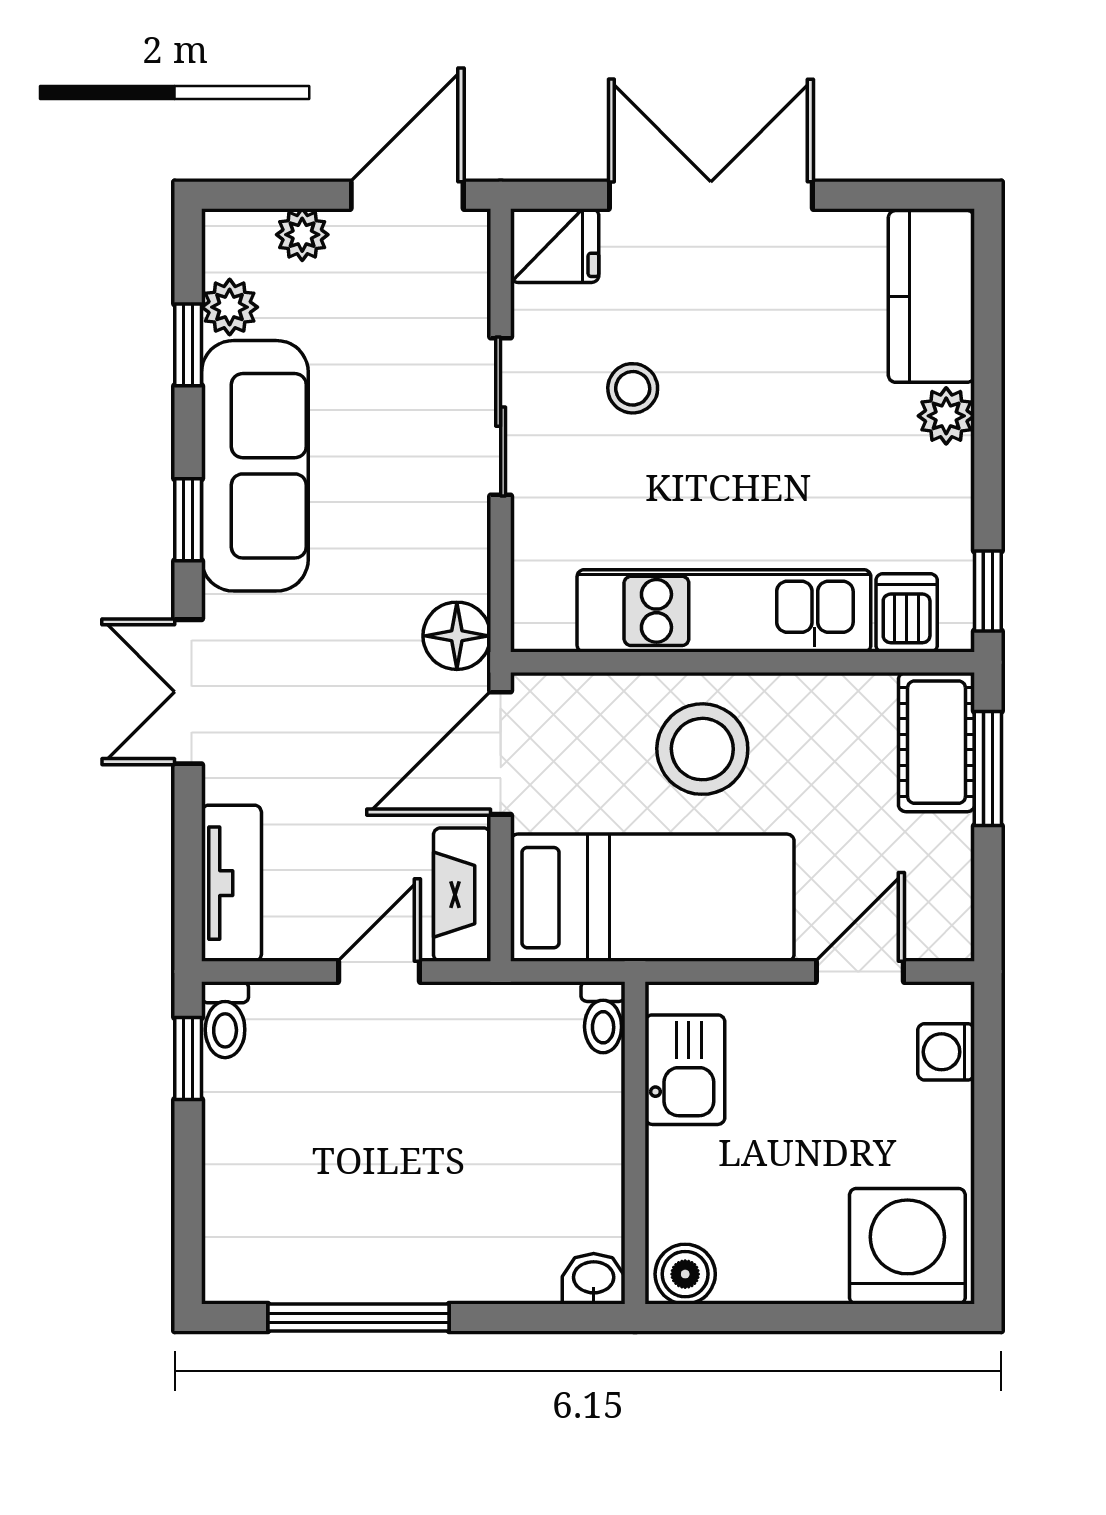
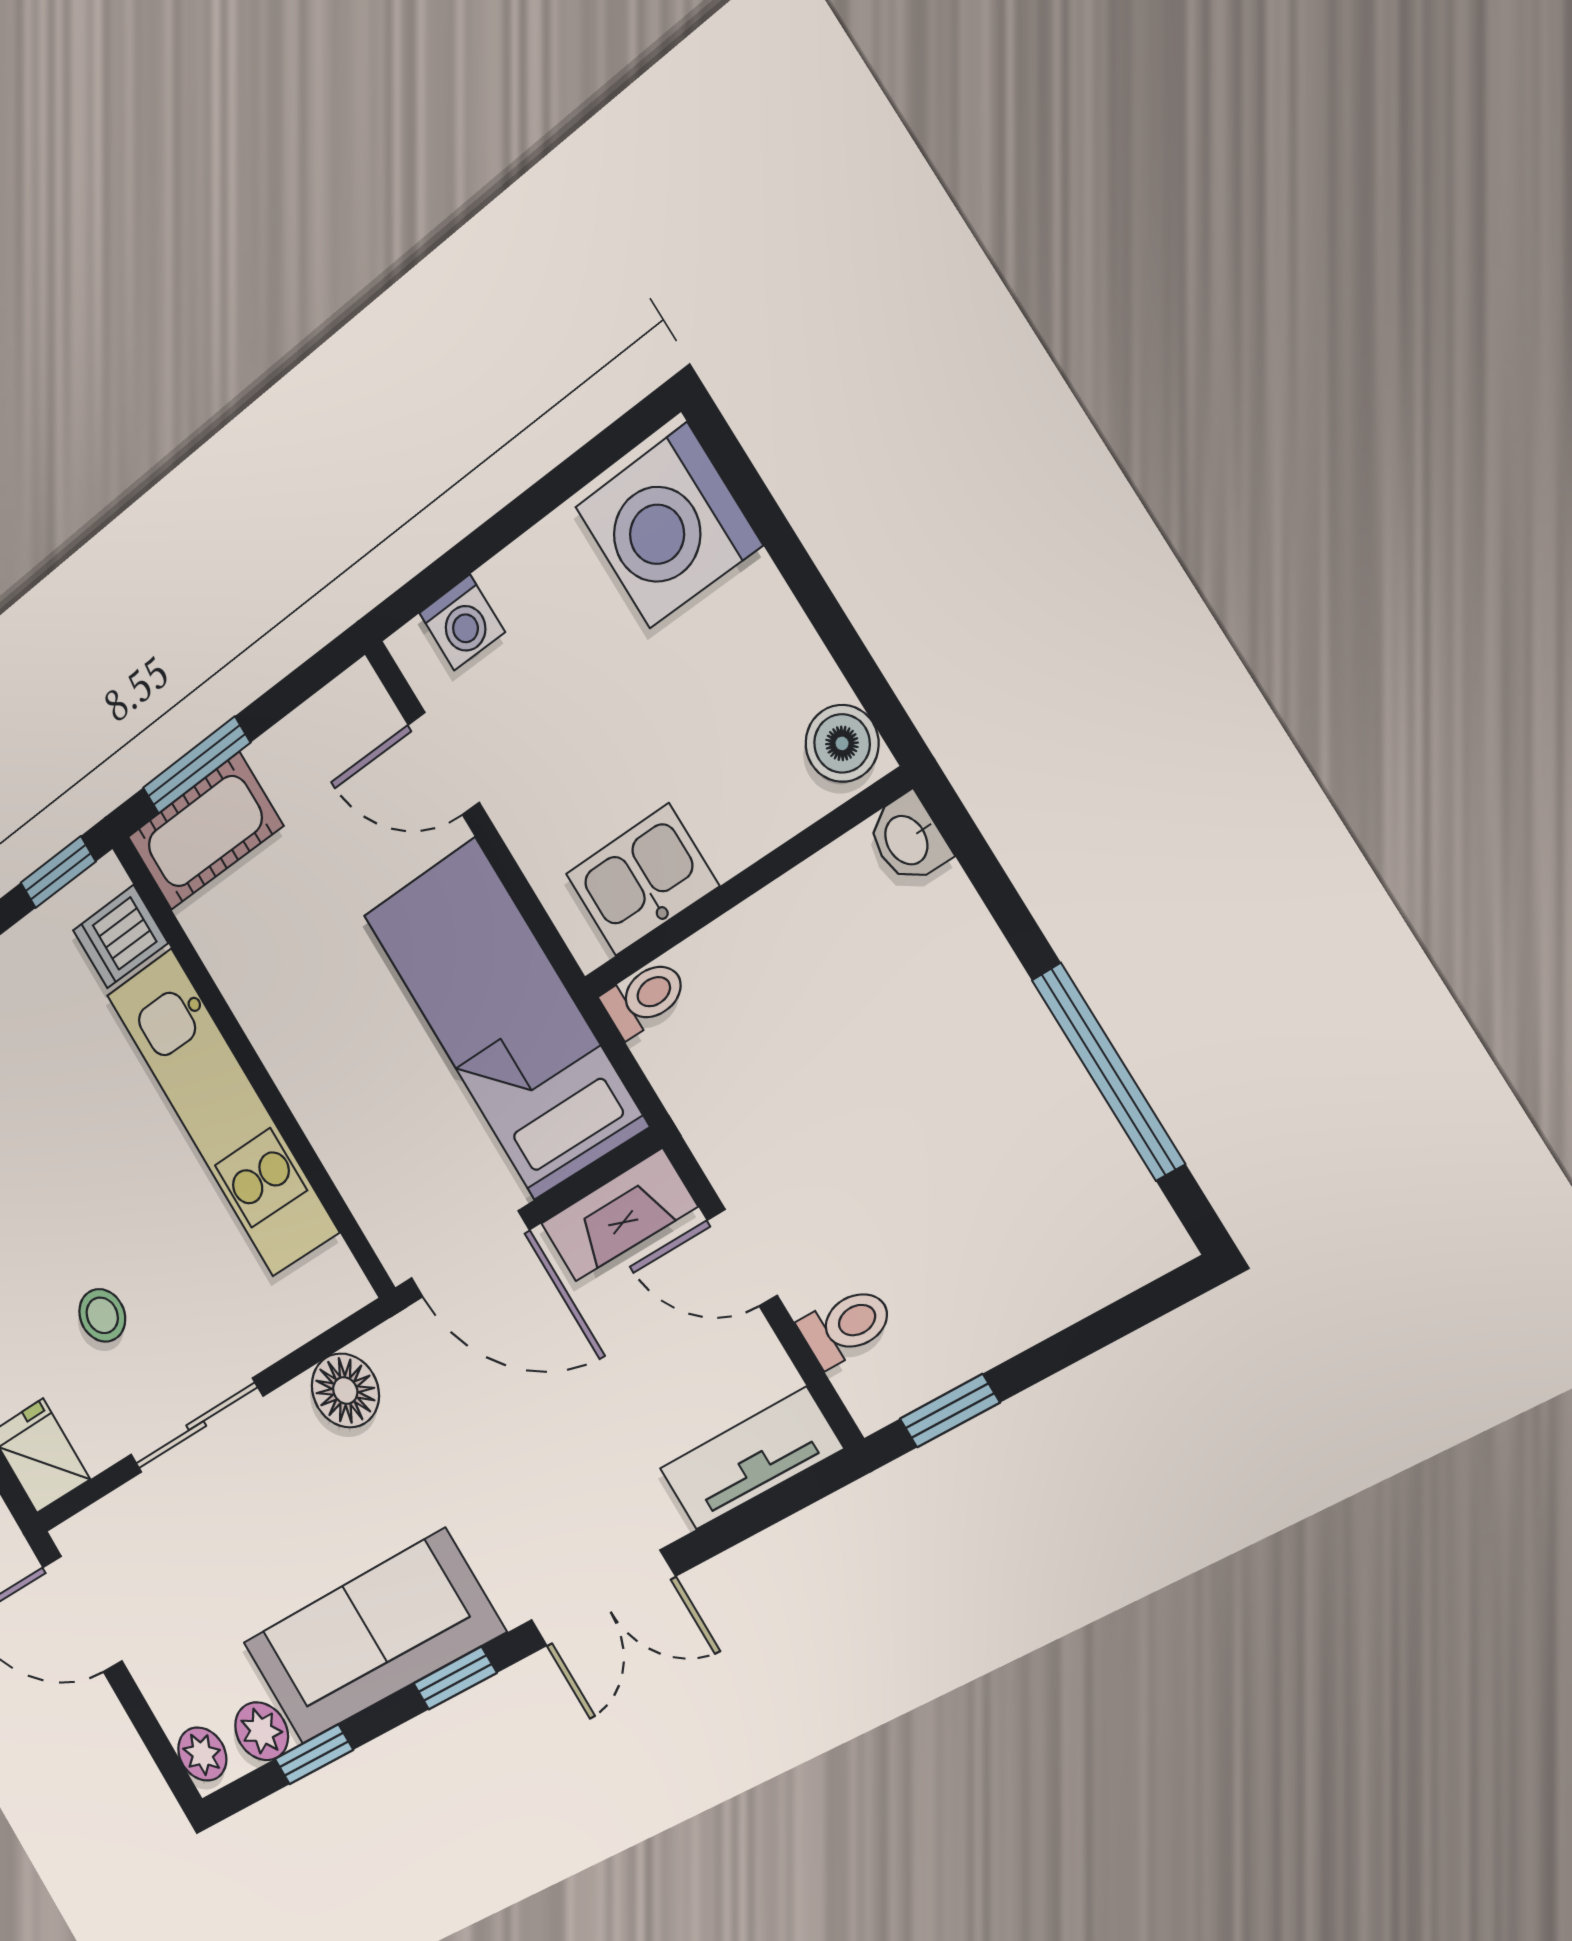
plant: (302, 235) -> (202, 1754), moved
floor lamp: (457, 636) -> (345, 1391), moved
stool: (702, 749) -> (347, 1056), removed
toilet: (225, 1020) -> (847, 1326), moved

